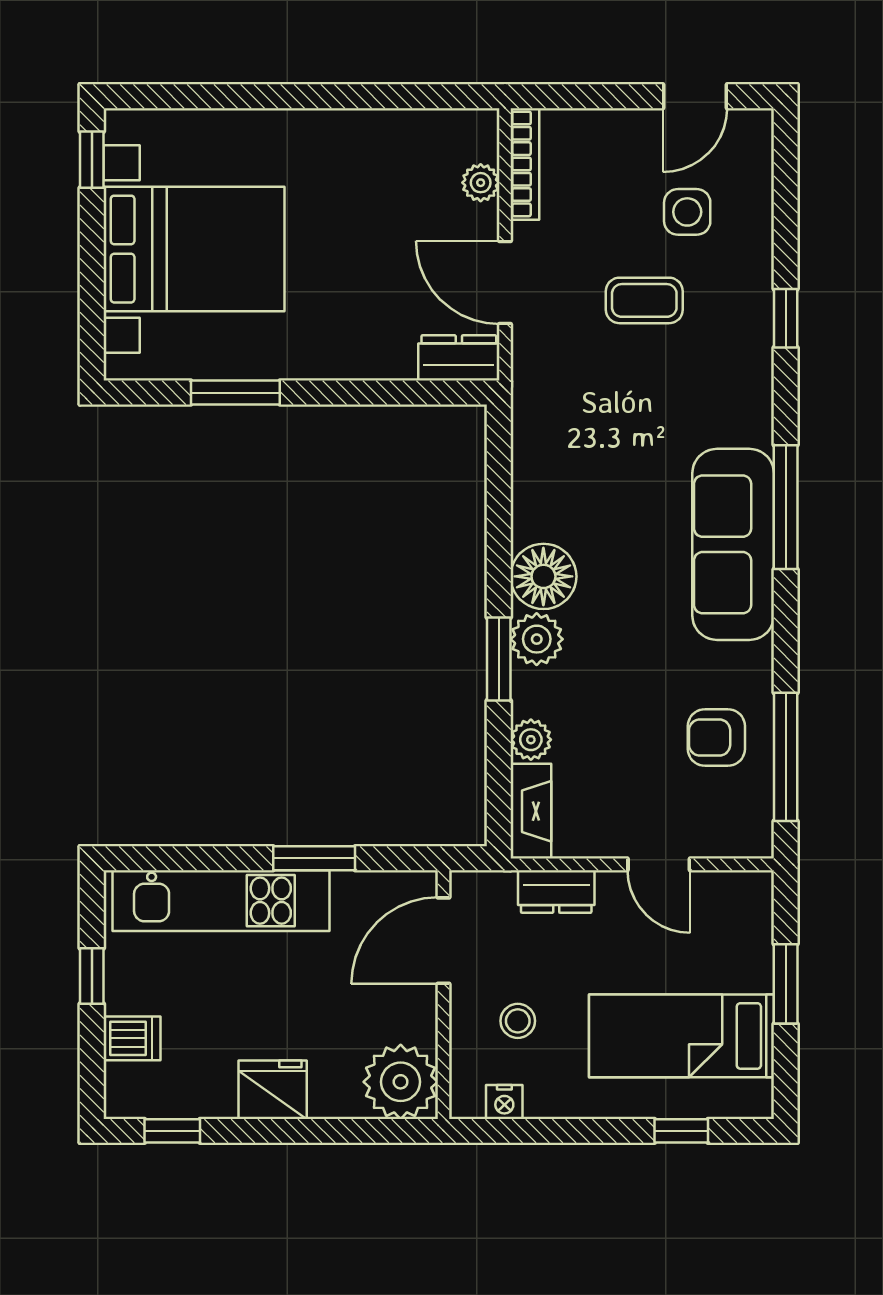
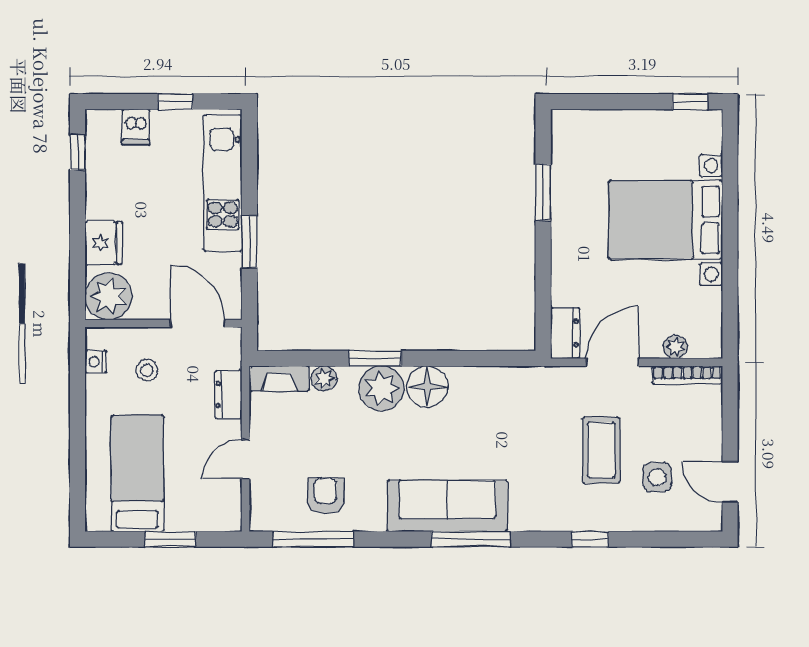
bed with nightstands: (194, 249) -> (666, 220), moved, turned 90
coffee table: (644, 300) -> (601, 450), width x1.36, depth x1.30
plant: (537, 639) -> (382, 388), width x1.36, depth x1.36
fridge: (273, 1090) -> (104, 243), moved
window: (681, 1131) -> (78, 473), removed

